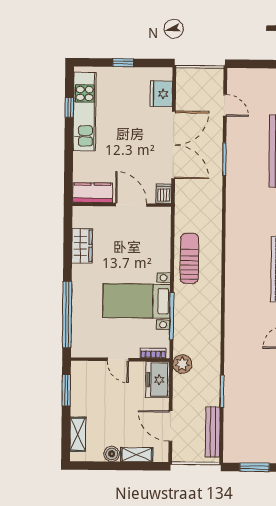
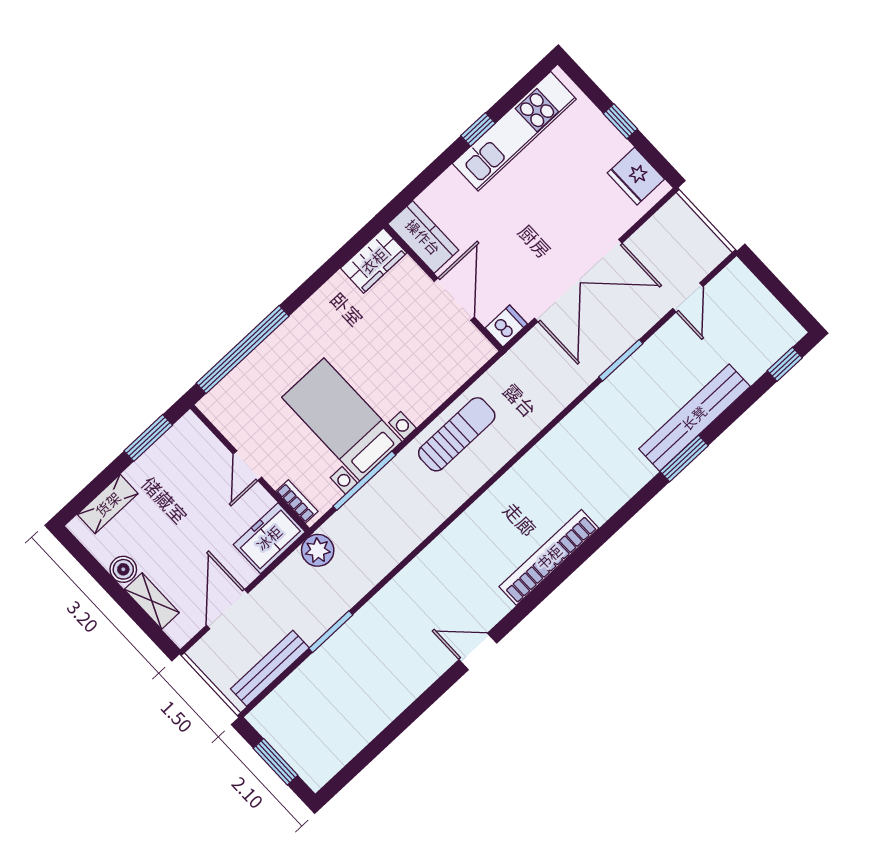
fridge: (161, 94) -> (636, 176), moved, turned -90
window: (69, 107) -> (478, 129), moved
wardrobe: (82, 246) -> (374, 261), moved

